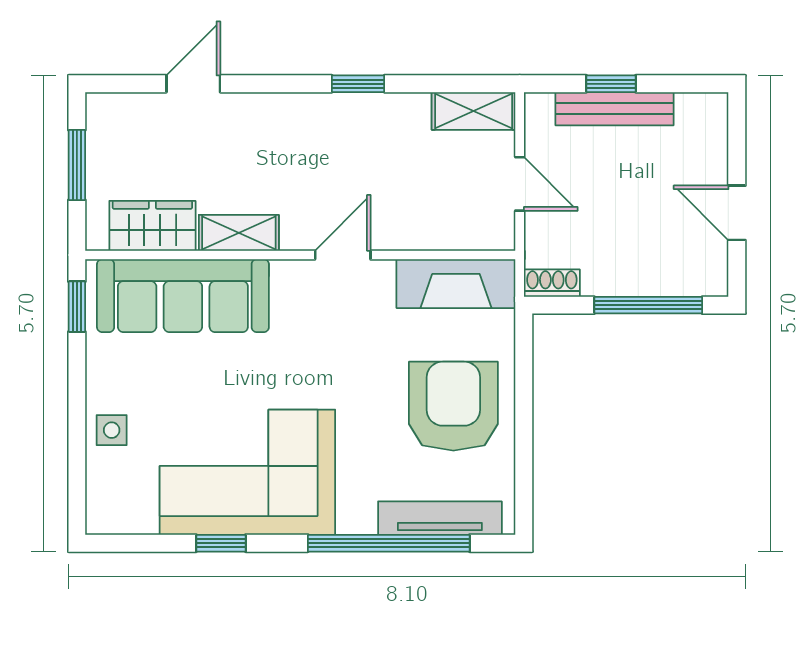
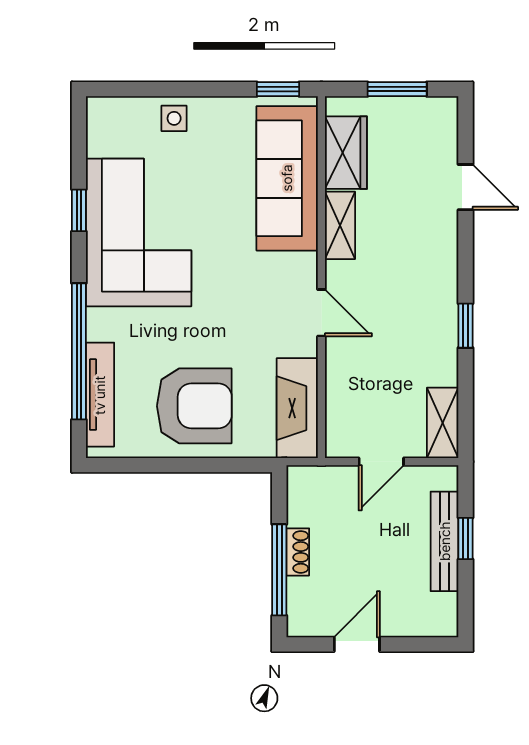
shoe rack: (552, 283) -> (298, 552), moved

